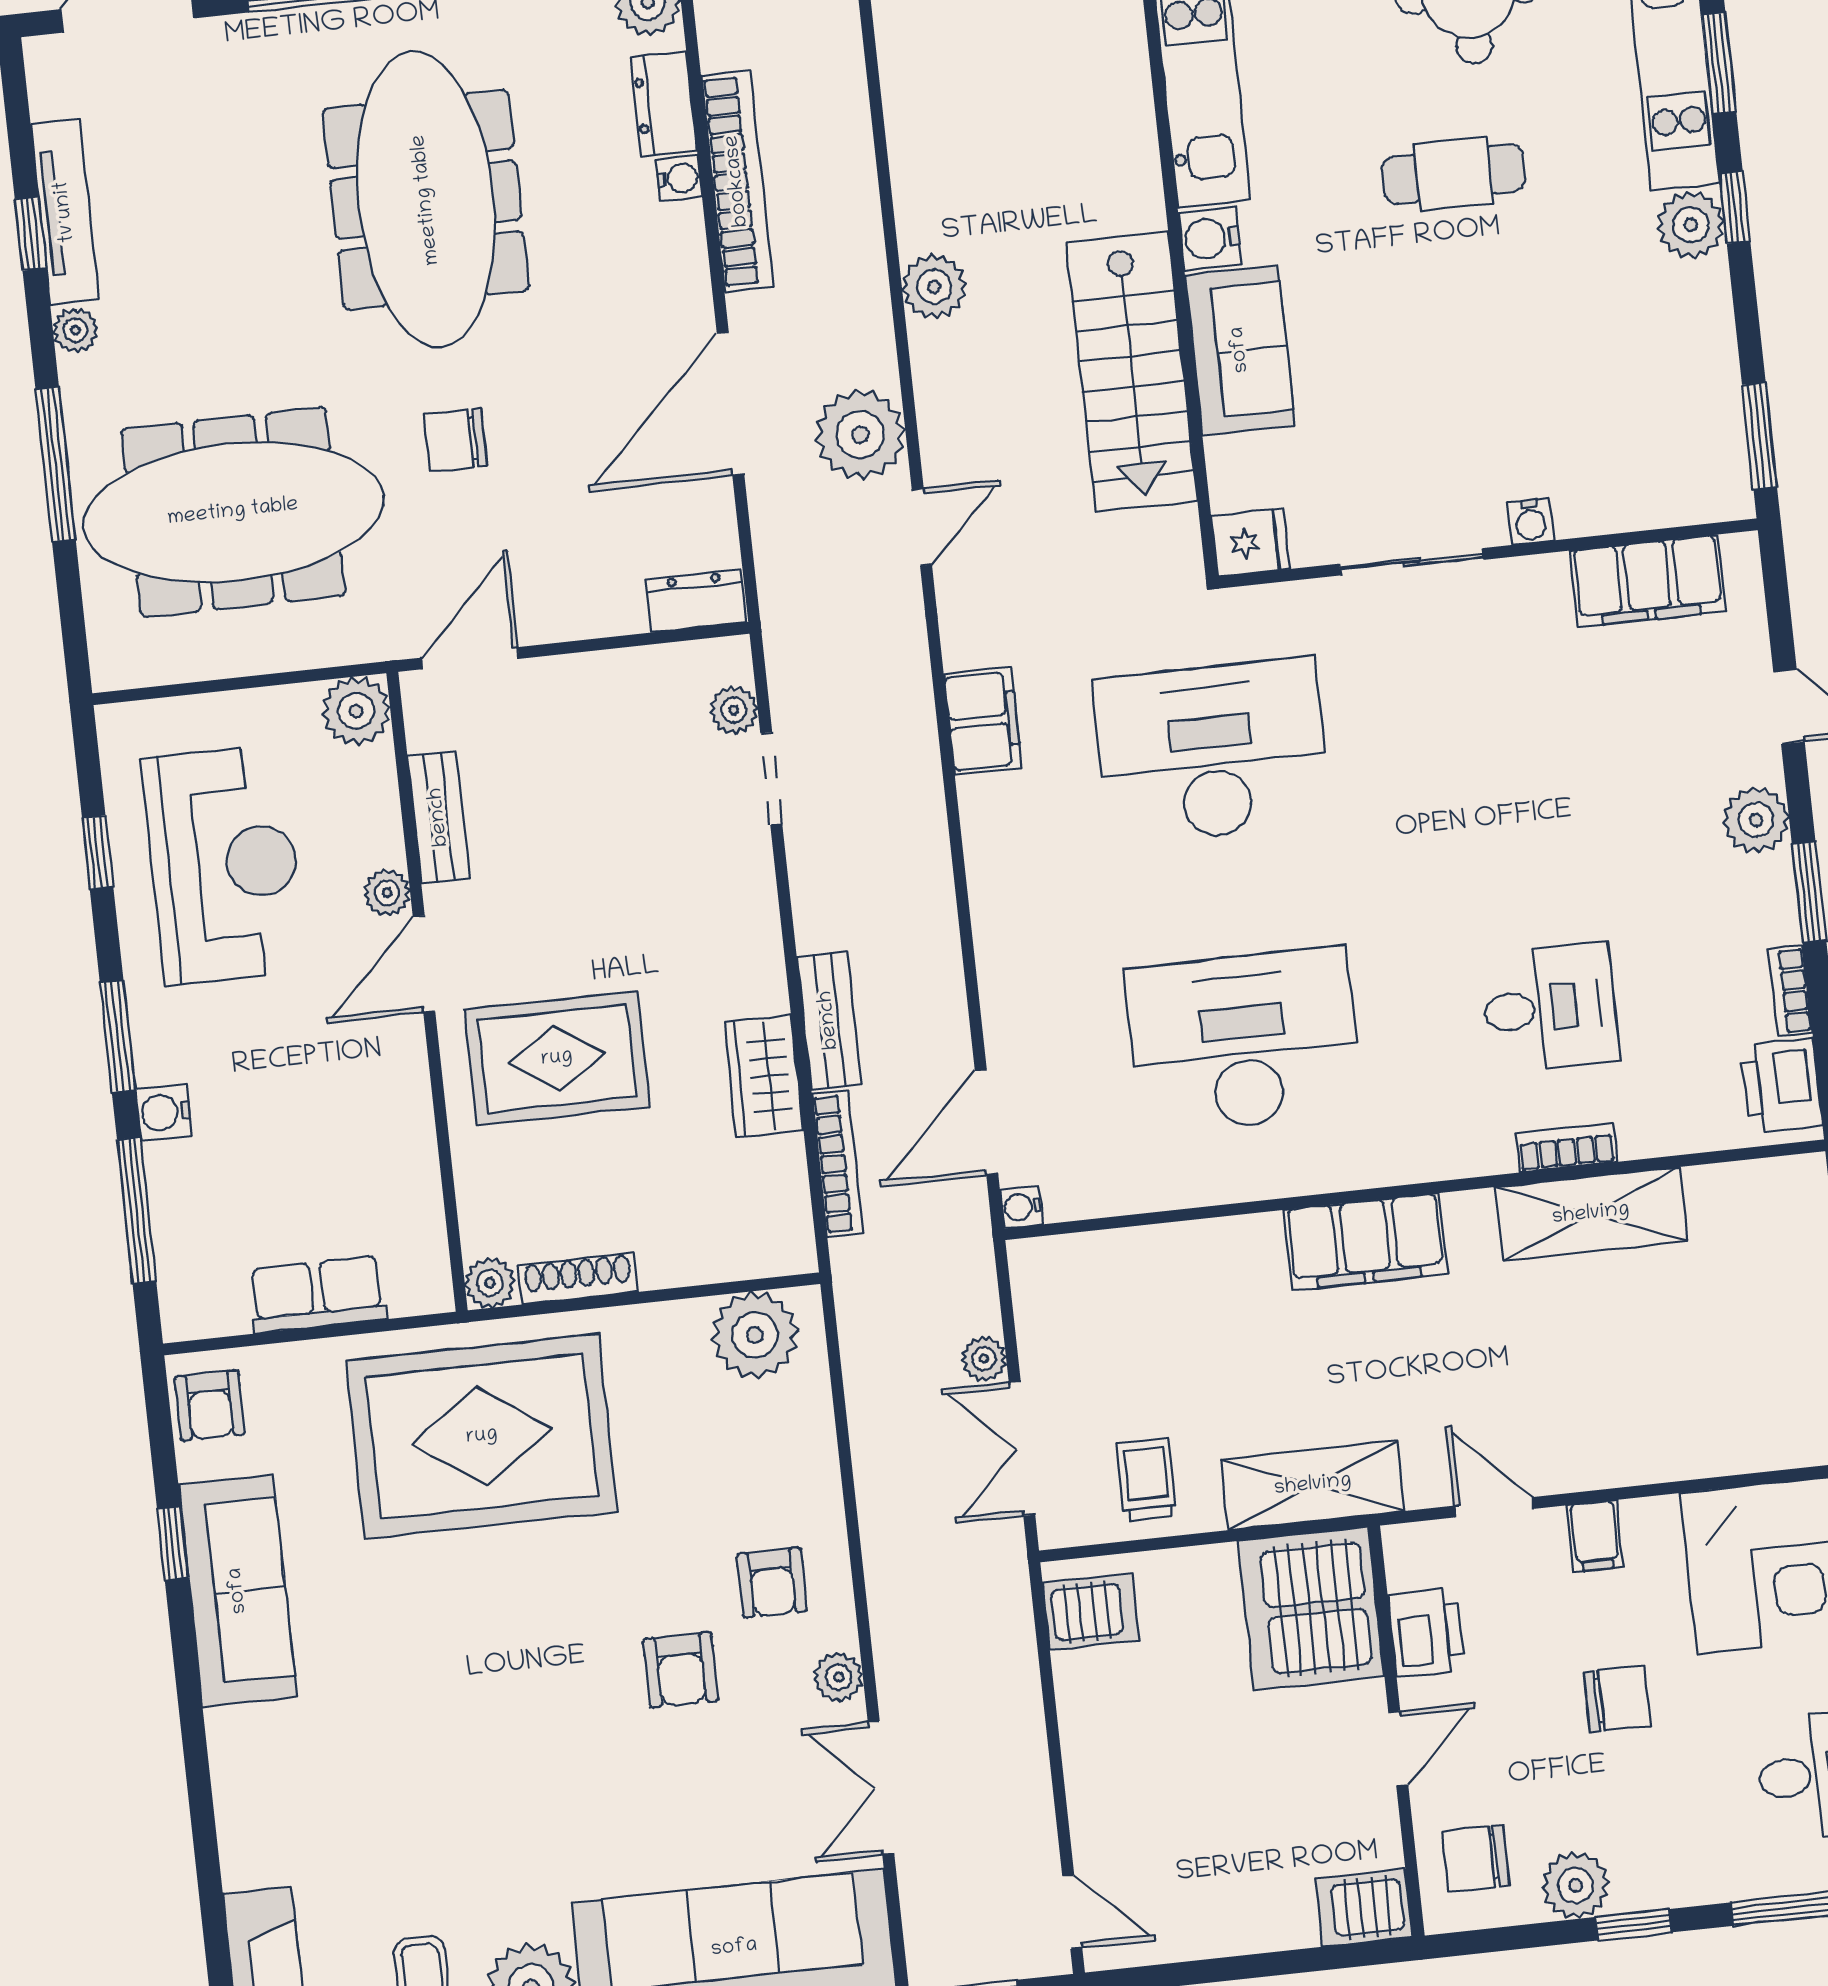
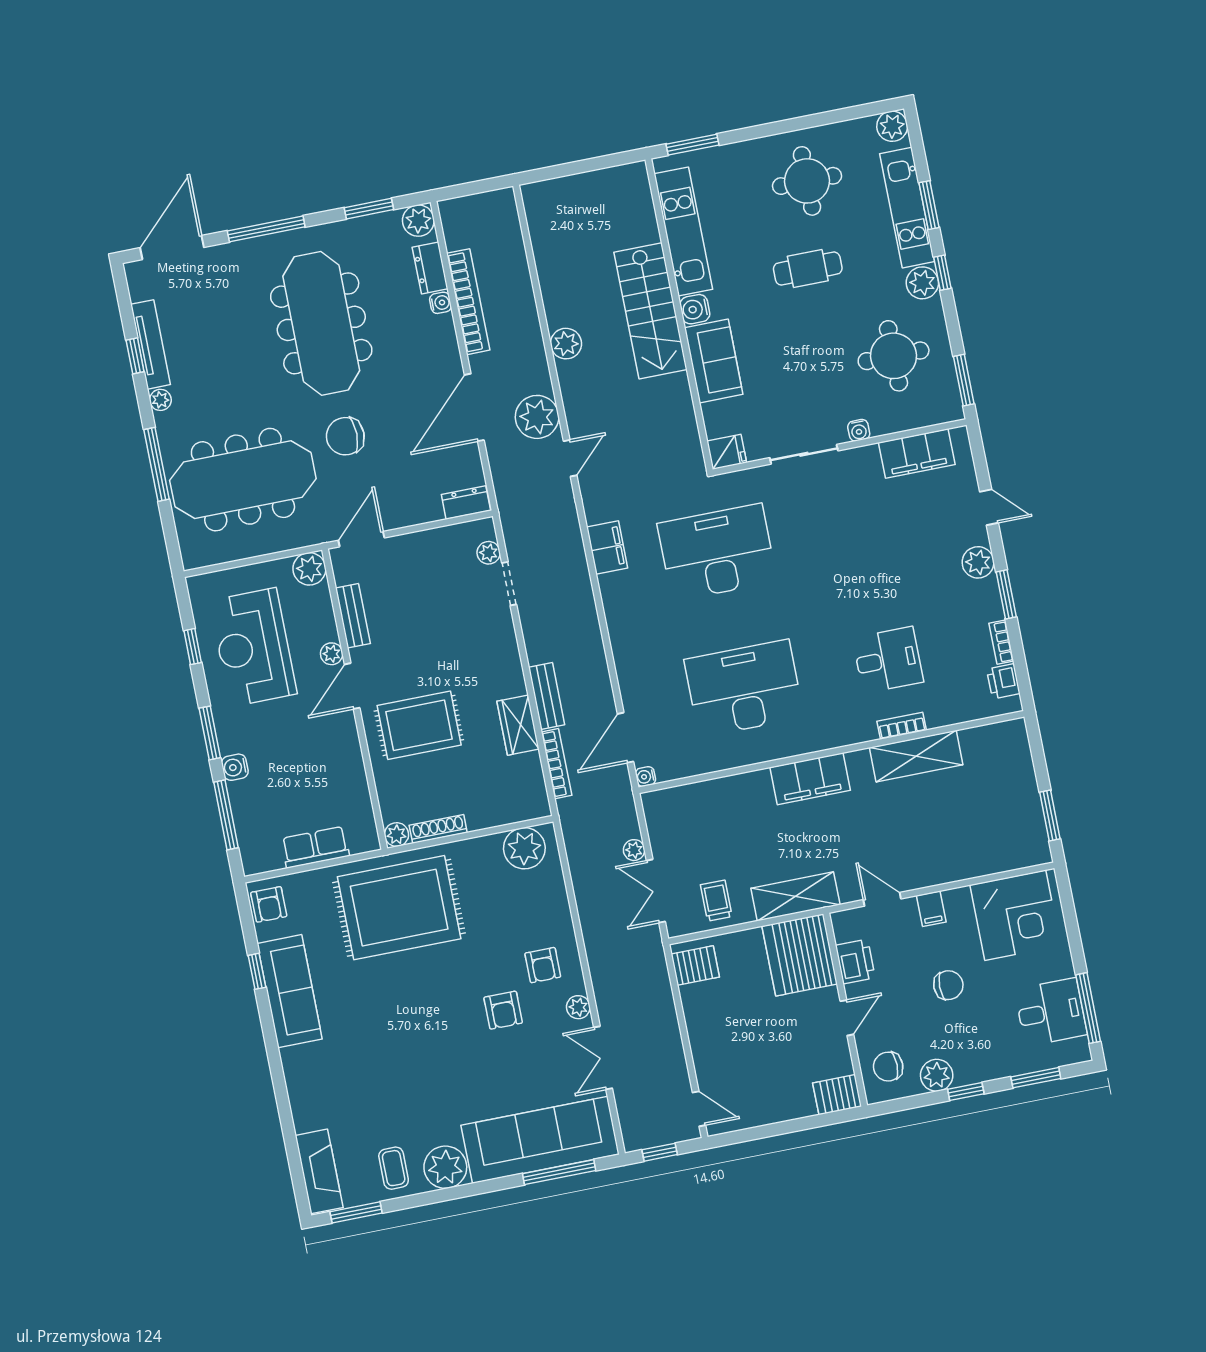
stairs: (1132, 372) -> (650, 311), moved
round table: (1617, 372) -> (894, 356), added
chair: (456, 440) -> (345, 436), width x1.37, depth x1.37
reception desk: (224, 865) -> (253, 647), turned 180
printer: (1781, 1086) -> (1003, 681), width x0.73, depth x0.81

